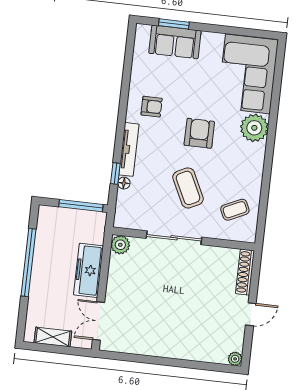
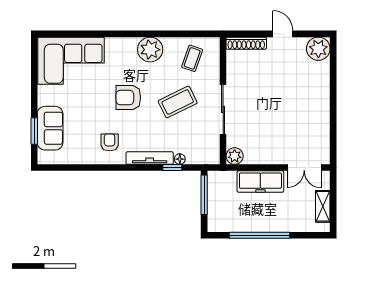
plant: (254, 128) -> (150, 50), moved
coffee table: (235, 210) -> (192, 58), turned 44
plant: (235, 359) -> (318, 49), width x1.87, depth x1.87

